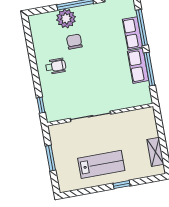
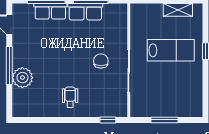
chair: (74, 42) -> (101, 61), moved, turned 90
lab bench: (101, 164) -> (171, 50), moved, turned 90

